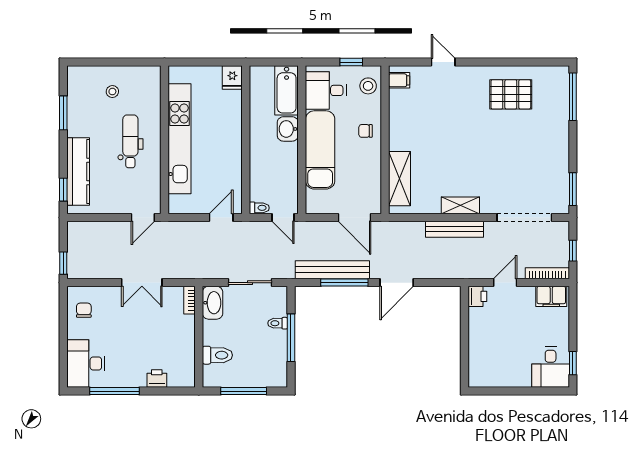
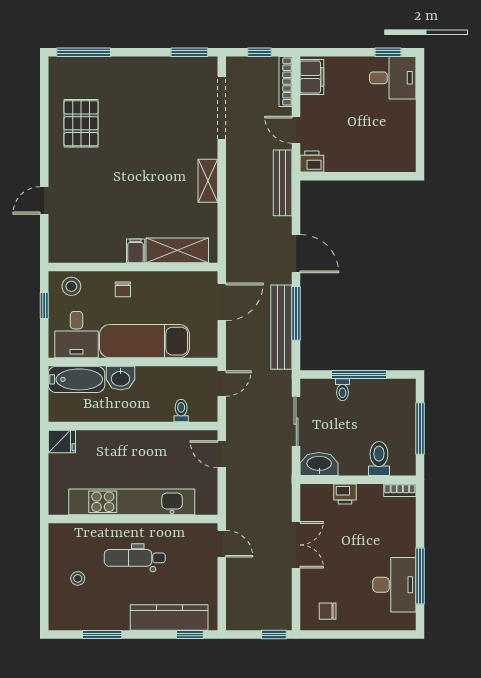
filing cabinet: (399, 80) -> (136, 251), moved
toilet: (259, 208) -> (181, 411), moved
bench: (454, 229) -> (283, 183), moved
bookcase: (190, 300) -> (400, 490), moved
desk: (86, 363) -> (394, 585), moved, turned -90
printer: (157, 378) -> (345, 494), moved, turned -90

